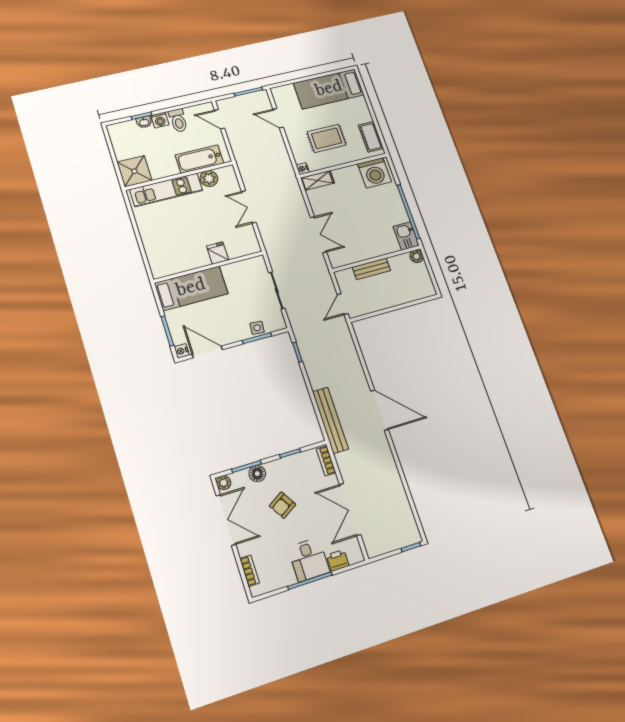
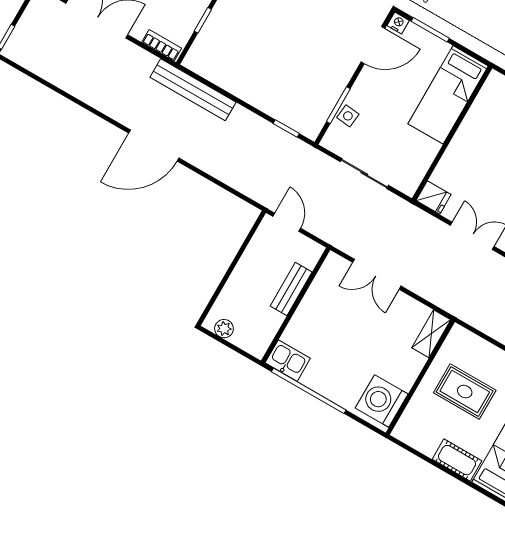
cot: (371, 137) -> (457, 460), moved
rug: (327, 138) -> (465, 392), turned 90
nightstand: (303, 169) -> (458, 332), removed
fridge: (218, 253) -> (433, 197), moved
plant: (417, 256) -> (224, 329), moved

